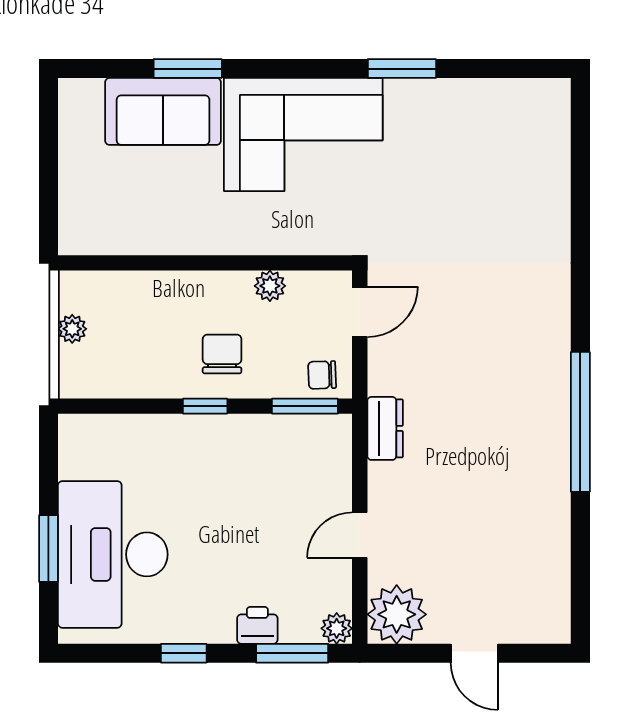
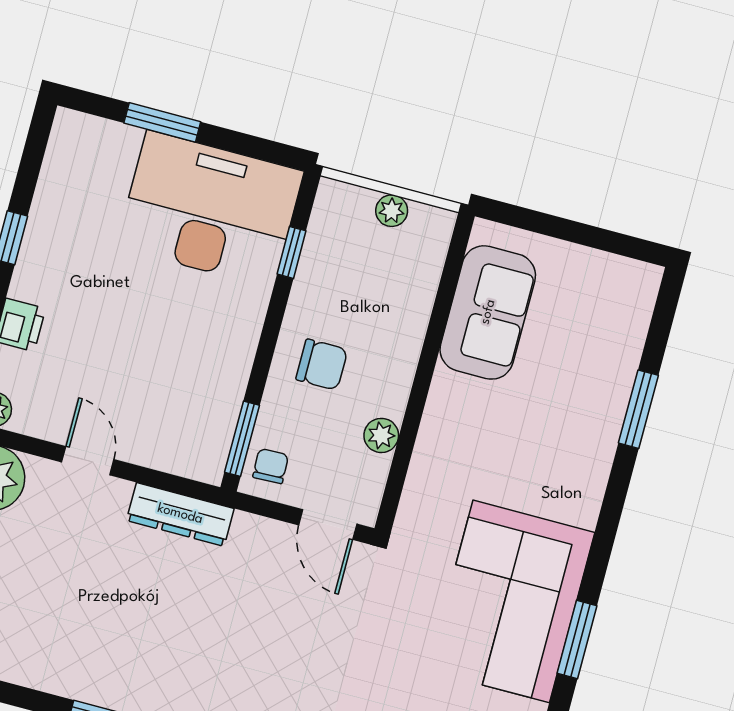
sofa: (163, 111) -> (488, 312), moved, turned 180
corner sofa: (303, 135) -> (511, 601), moved
window: (205, 406) -> (292, 252), moved
dresser: (385, 428) -> (180, 514), width x1.44
desk: (113, 554) -> (210, 209), moved

